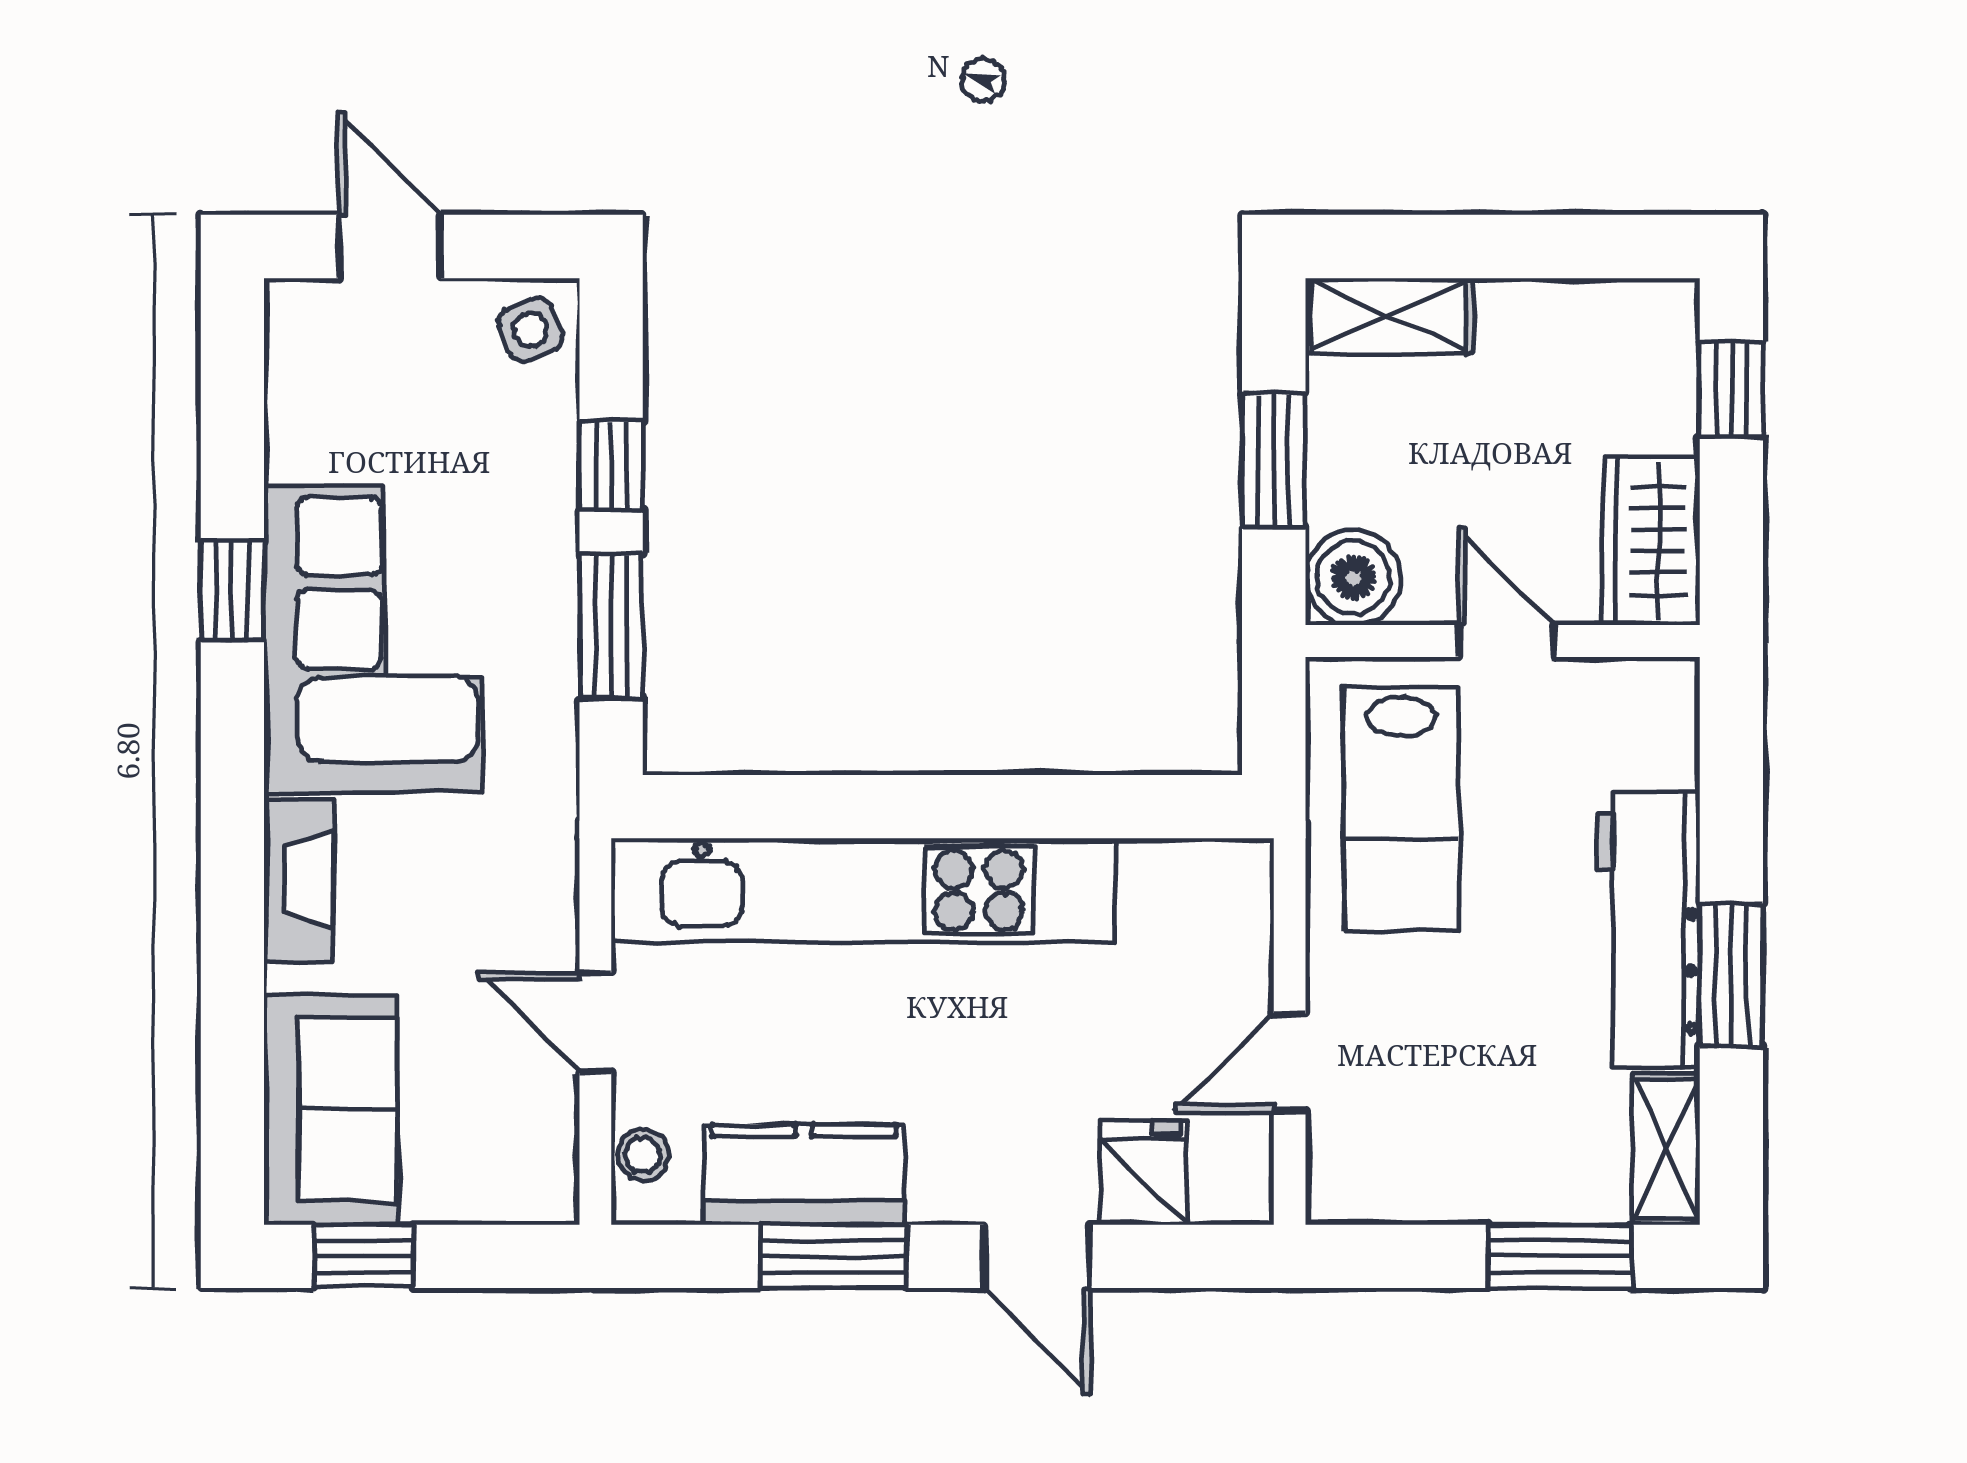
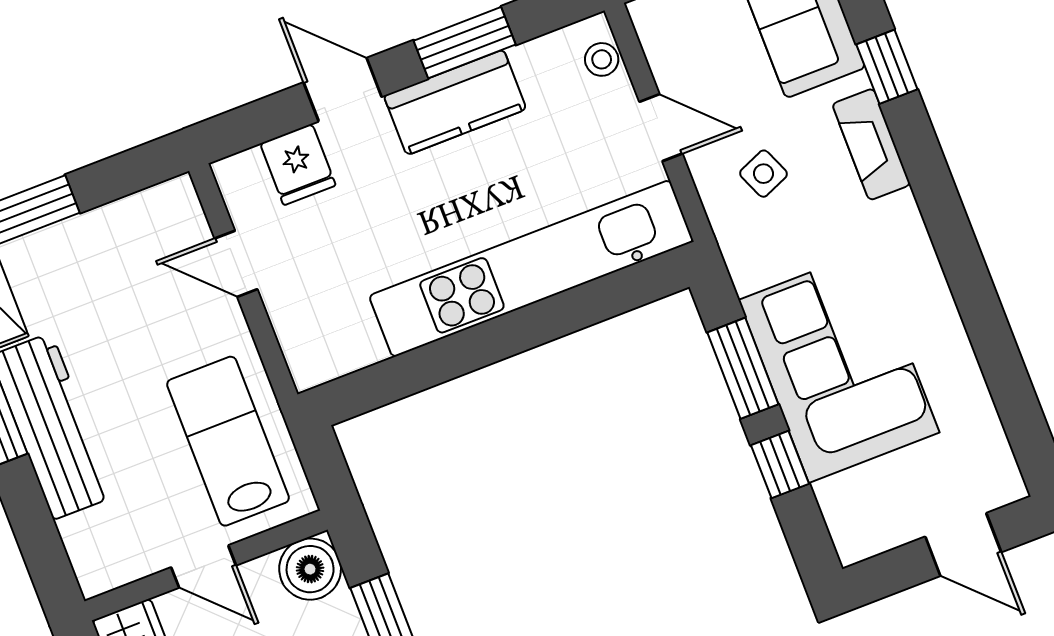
side table: (530, 330) -> (763, 174), moved
window: (232, 591) -> (887, 67), moved
corner sofa: (373, 639) -> (839, 366), moved, turned 180
door: (1290, 1063) -> (236, 264), swing flipped
kitchen counter: (804, 1175) -> (455, 102), moved

